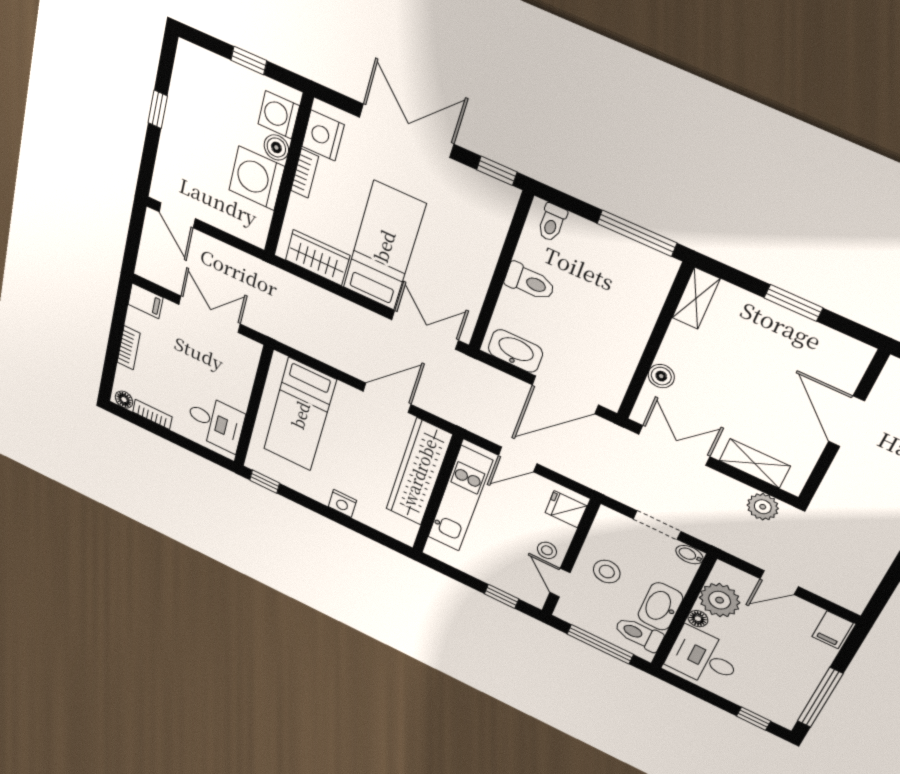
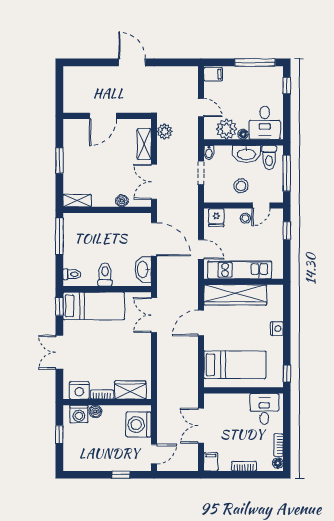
window: (158, 109) -> (121, 475), moved
double door: (406, 131) -> (59, 352), width x0.73
washing machine: (257, 178) -> (139, 425), moved, turned 90
bed: (384, 246) -> (94, 306), moved, turned 180
wardrobe: (317, 258) -> (130, 390), moved, turned 90
door: (387, 398) -> (201, 323), hinge flipped

